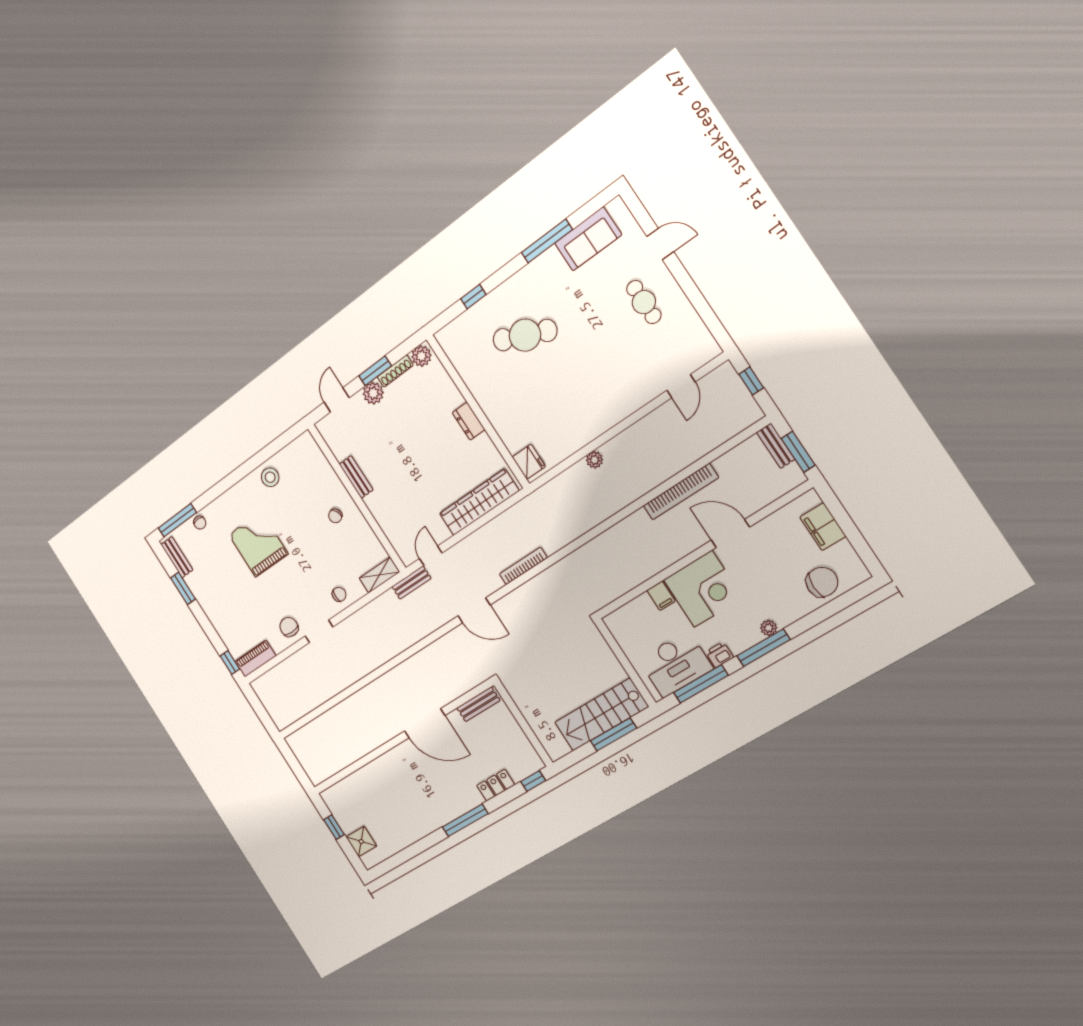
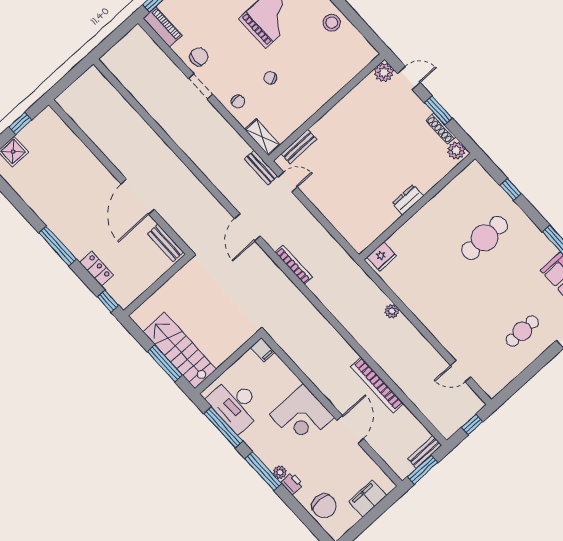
cafe table: (525, 335) -> (485, 238), turned 66
plant: (373, 393) -> (384, 72), moved
bench: (356, 477) -> (299, 147), moved
wardrobe: (479, 502) -> (341, 218), removed
chair: (335, 516) -> (270, 78), moved
filing cabinet: (661, 596) -> (263, 350), moved, turned -90
printer: (719, 655) -> (292, 484), moved

